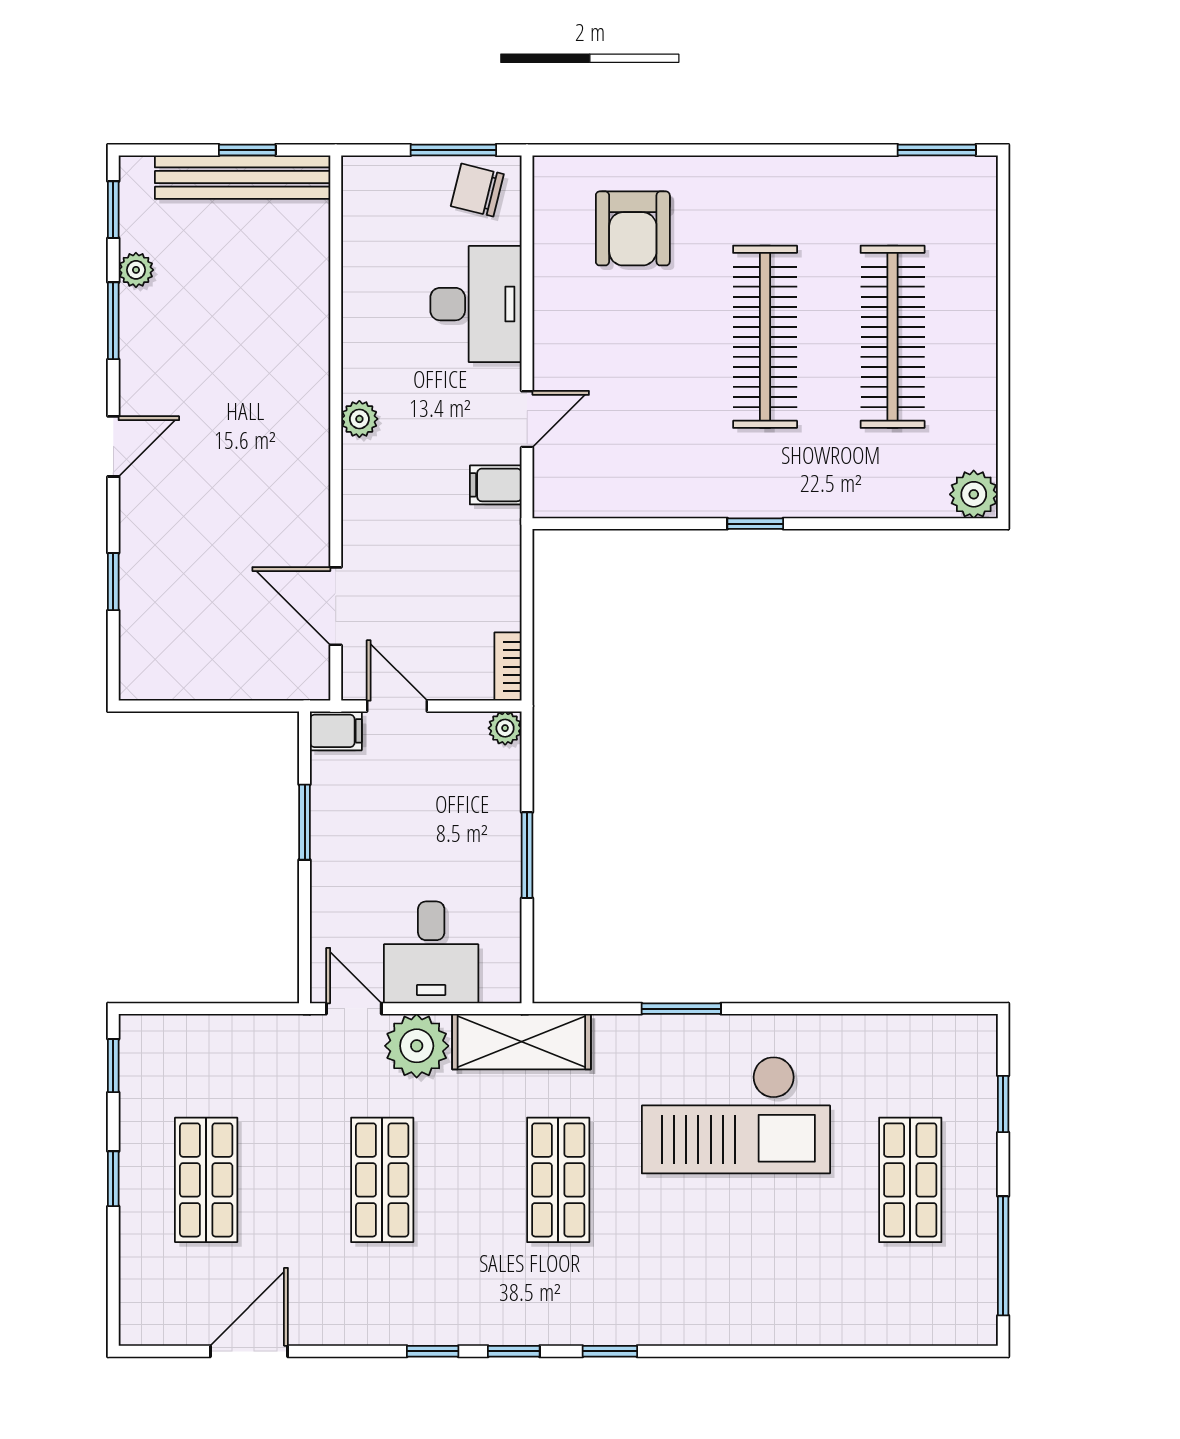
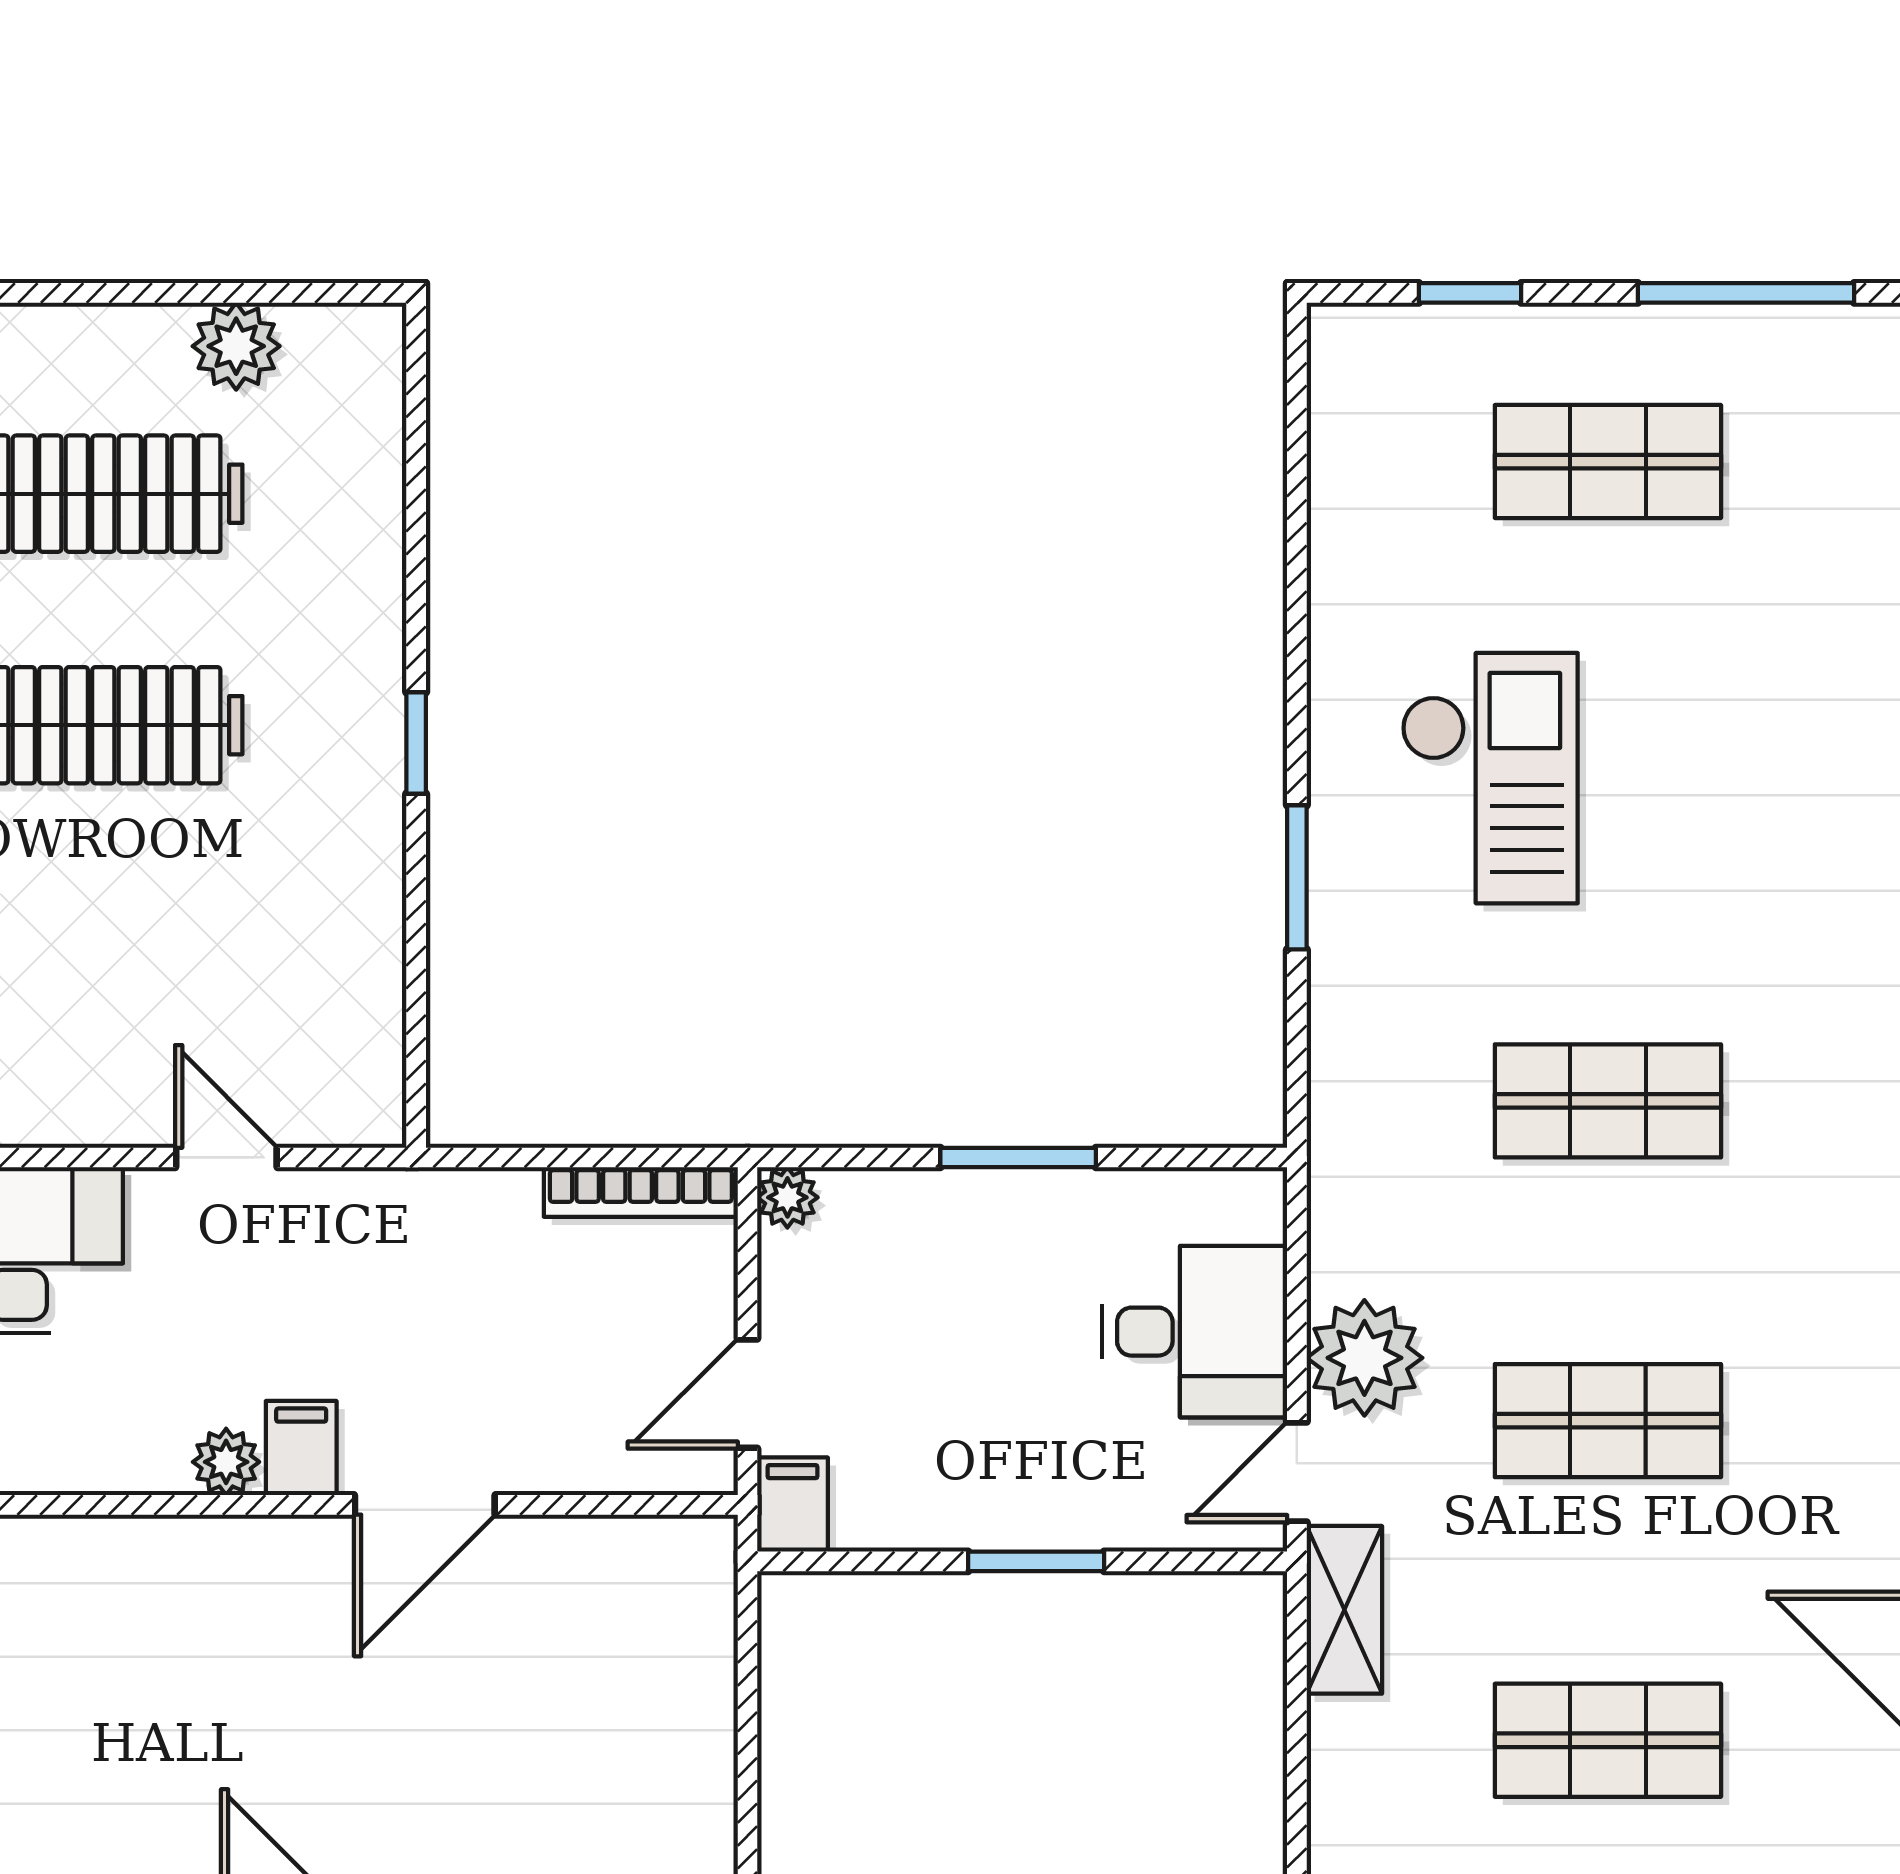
filing cabinet: (496, 485) -> (301, 1448), moved, turned 180
plant: (974, 494) -> (236, 346), moved
door: (336, 606) -> (425, 1505), moved
bookcase: (508, 667) -> (641, 1192), width x1.56
window: (305, 822) -> (1036, 1561), moved
shelving: (521, 1042) -> (1344, 1610), moved, width x0.67, depth x0.75
checkout: (736, 1115) -> (1490, 778), width x0.73, depth x0.83

